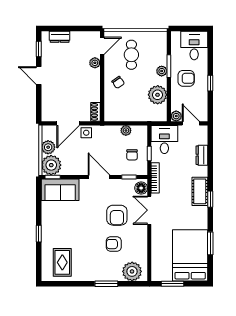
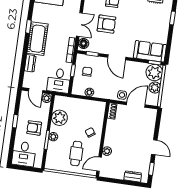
cot: (200, 191) -> (38, 39), width x1.37, depth x1.34
armchair: (117, 215) -> (106, 24), turned 90

